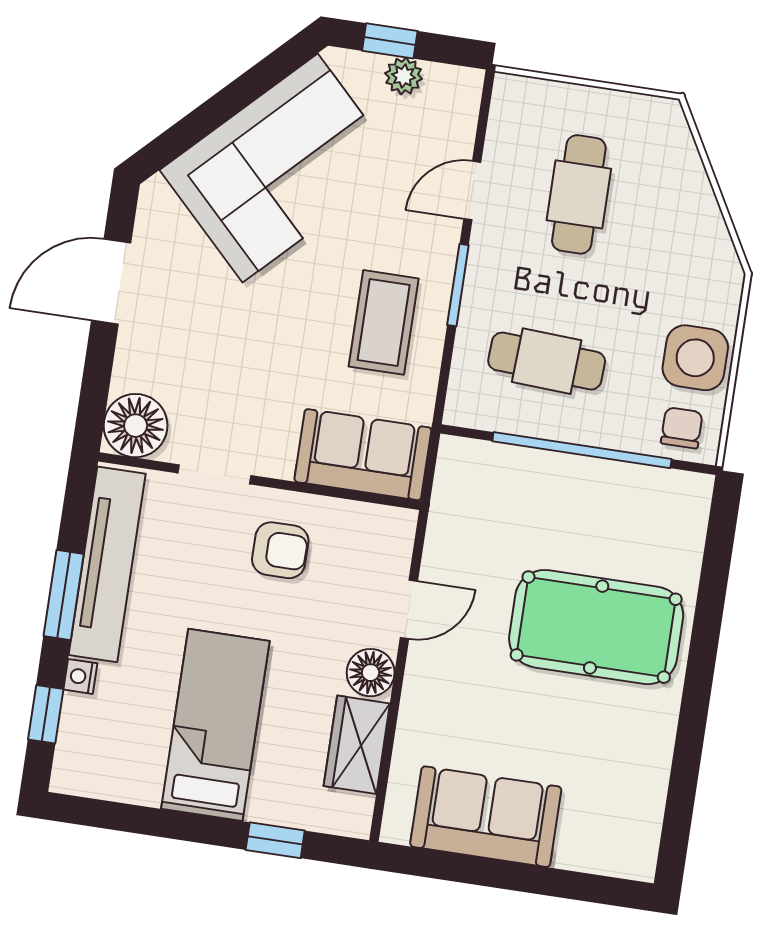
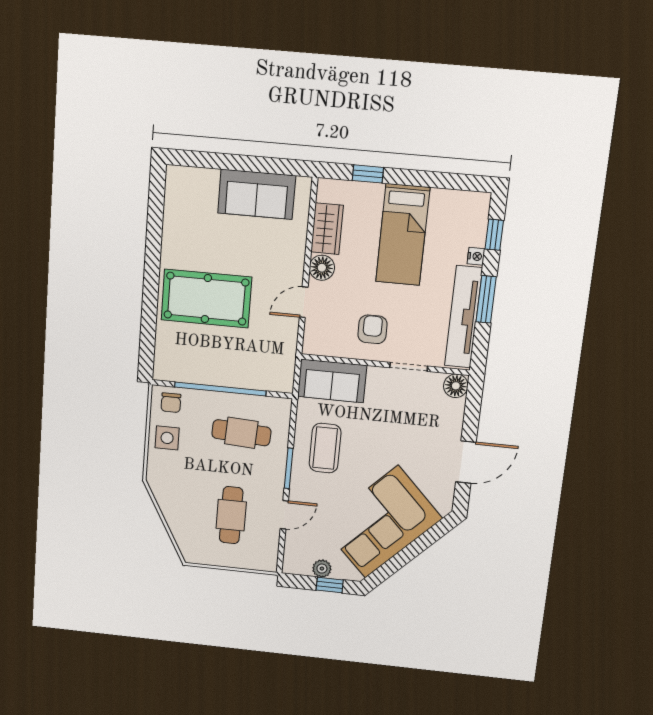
side table: (695, 358) -> (167, 438), width x0.73, depth x0.73
floor lamp: (136, 426) -> (456, 386), width x0.73, depth x0.73
armchair: (280, 550) -> (372, 329), turned 90

